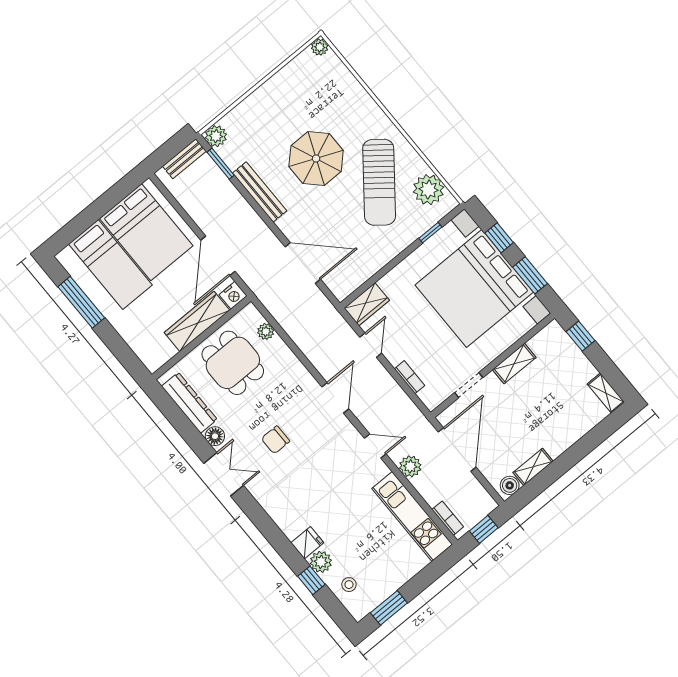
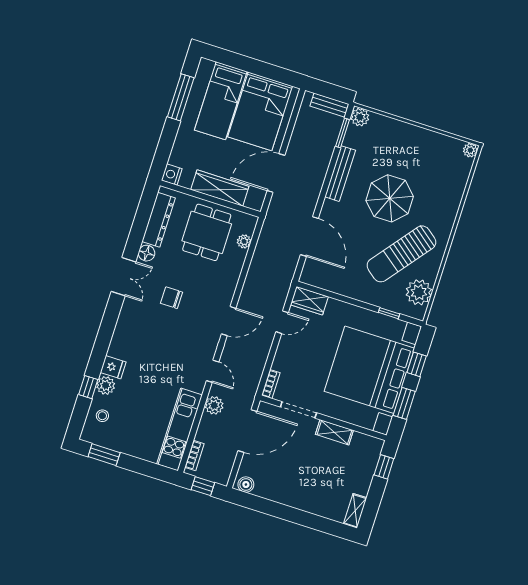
nightstand: (233, 295) -> (172, 175), moved, turned 90
bookcase: (410, 377) -> (271, 384), moved
doorway: (469, 385) -> (298, 410), width x1.38
shelving: (533, 467) -> (270, 493), removed

